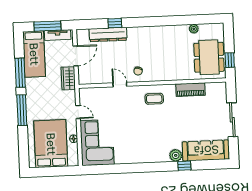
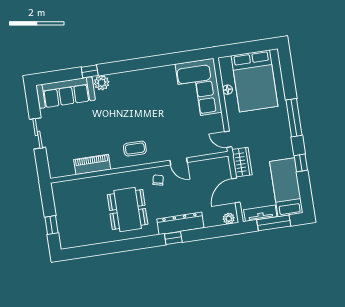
window: (115, 23) -> (173, 238), moved
plant: (194, 29) -> (229, 218), moved
dresser: (108, 35) -> (180, 223), moved
dining table: (209, 57) -> (128, 209), moved
window: (230, 60) -> (51, 225), moved
window: (20, 73) -> (301, 163), width x0.46
door: (78, 112) -> (228, 139), moved
sliding door: (232, 120) -> (38, 133), width x0.73

